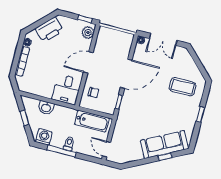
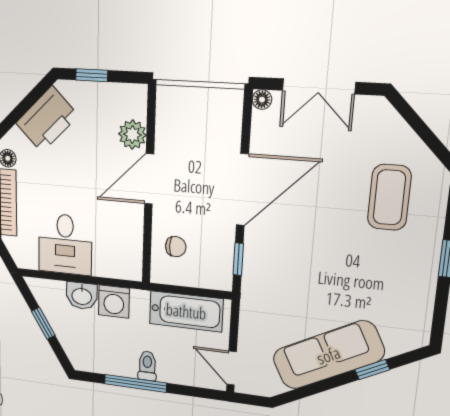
window: (85, 19) -> (92, 75), moved
plant: (88, 33) -> (132, 135), moved
coffee table: (183, 87) -> (389, 197), turned 90
desk: (67, 90) -> (65, 244), moved
washing machine: (44, 137) -> (114, 302), moved, turned 180
sofa: (164, 145) -> (328, 355), moved

